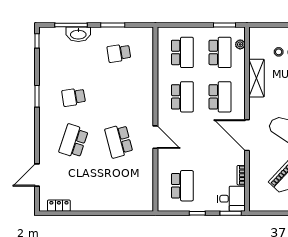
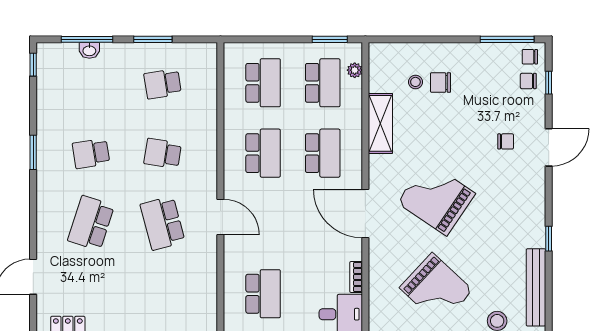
washbasin: (78, 34) -> (89, 50), width x0.52, depth x0.69
school desk: (119, 97) -> (163, 153), added

